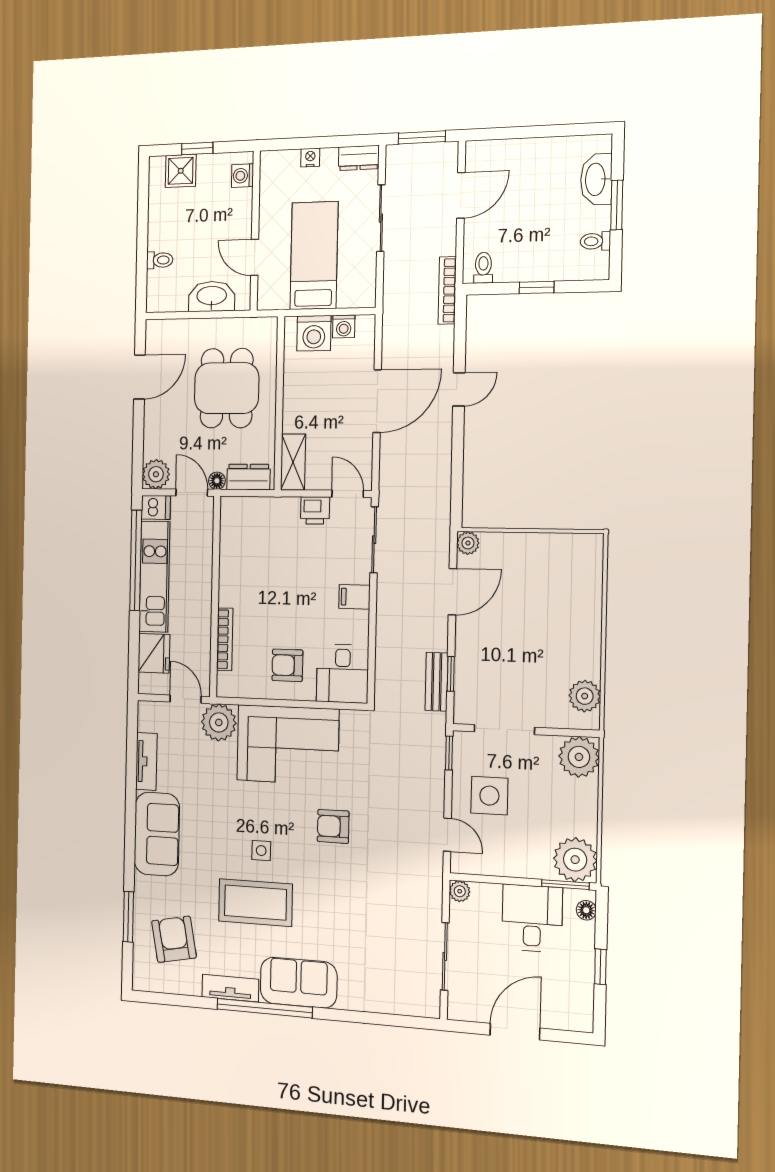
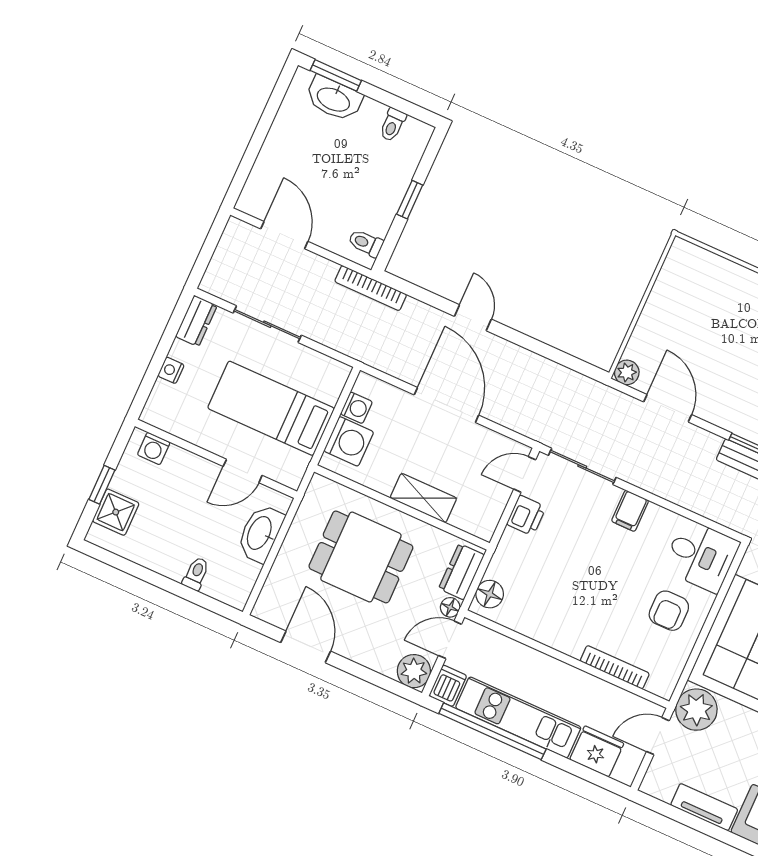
window: (422, 137) -> (208, 249), removed
window: (617, 205) -> (336, 75), moved
shelving: (293, 462) -> (423, 498), moved
floor lamp: (240, 509) -> (490, 594), added

